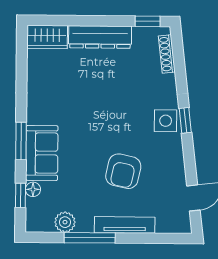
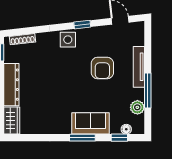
window: (185, 120) -> (82, 25), moved
armchair: (123, 171) -> (102, 68), turned 78
floor lamp: (33, 189) -> (126, 129), moved

